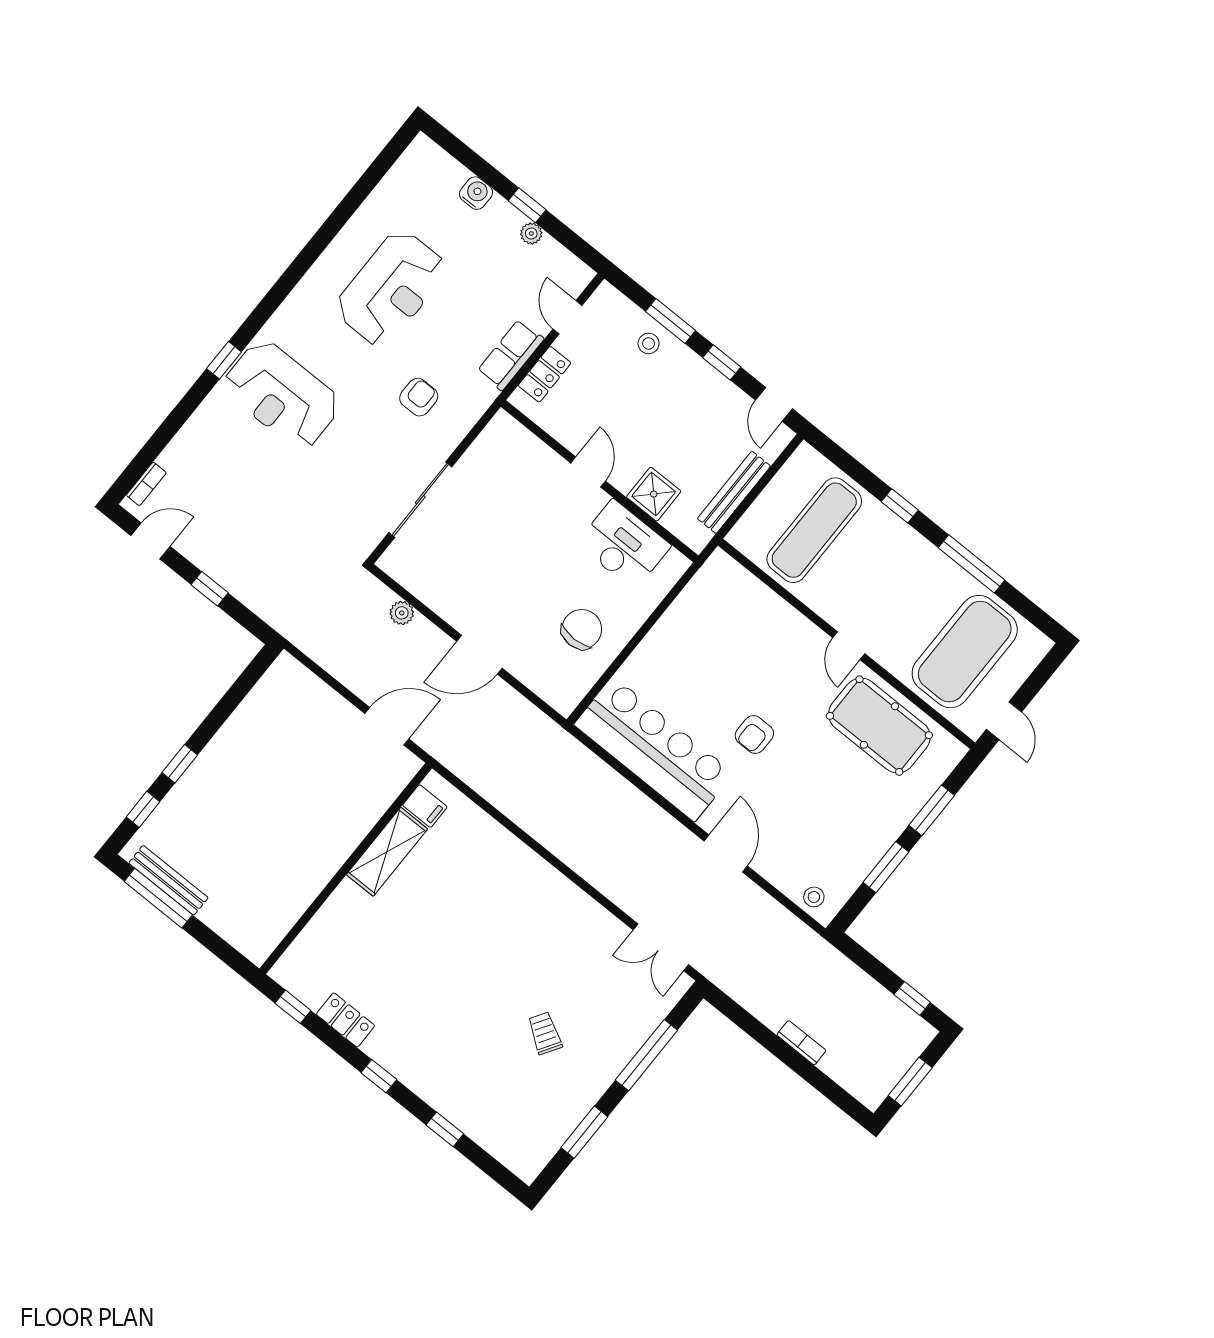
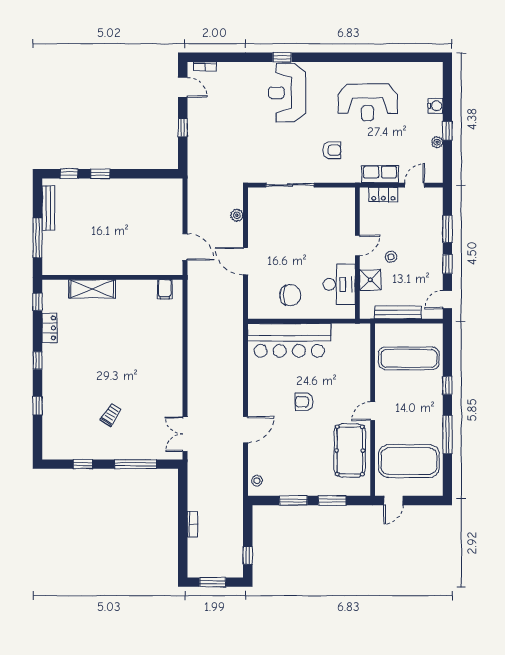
stool: (649, 343) -> (391, 257), moved
bar counter: (654, 749) -> (289, 340), moved, turned 90
shelving: (387, 852) -> (92, 289), moved
window: (158, 898) -> (38, 238), moved
window: (584, 1132) -> (83, 464), width x0.67

